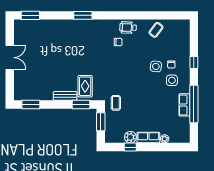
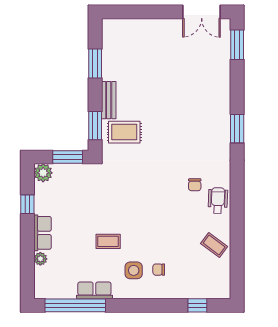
double door: (10, 58) -> (202, 12), moved
window: (194, 63) -> (197, 305), moved
side table: (156, 66) -> (156, 245), removed
coffee table: (116, 103) -> (108, 241), moved
window: (31, 104) -> (95, 64), moved
window: (194, 104) -> (75, 305), moved
plant: (130, 137) -> (43, 173), moved

